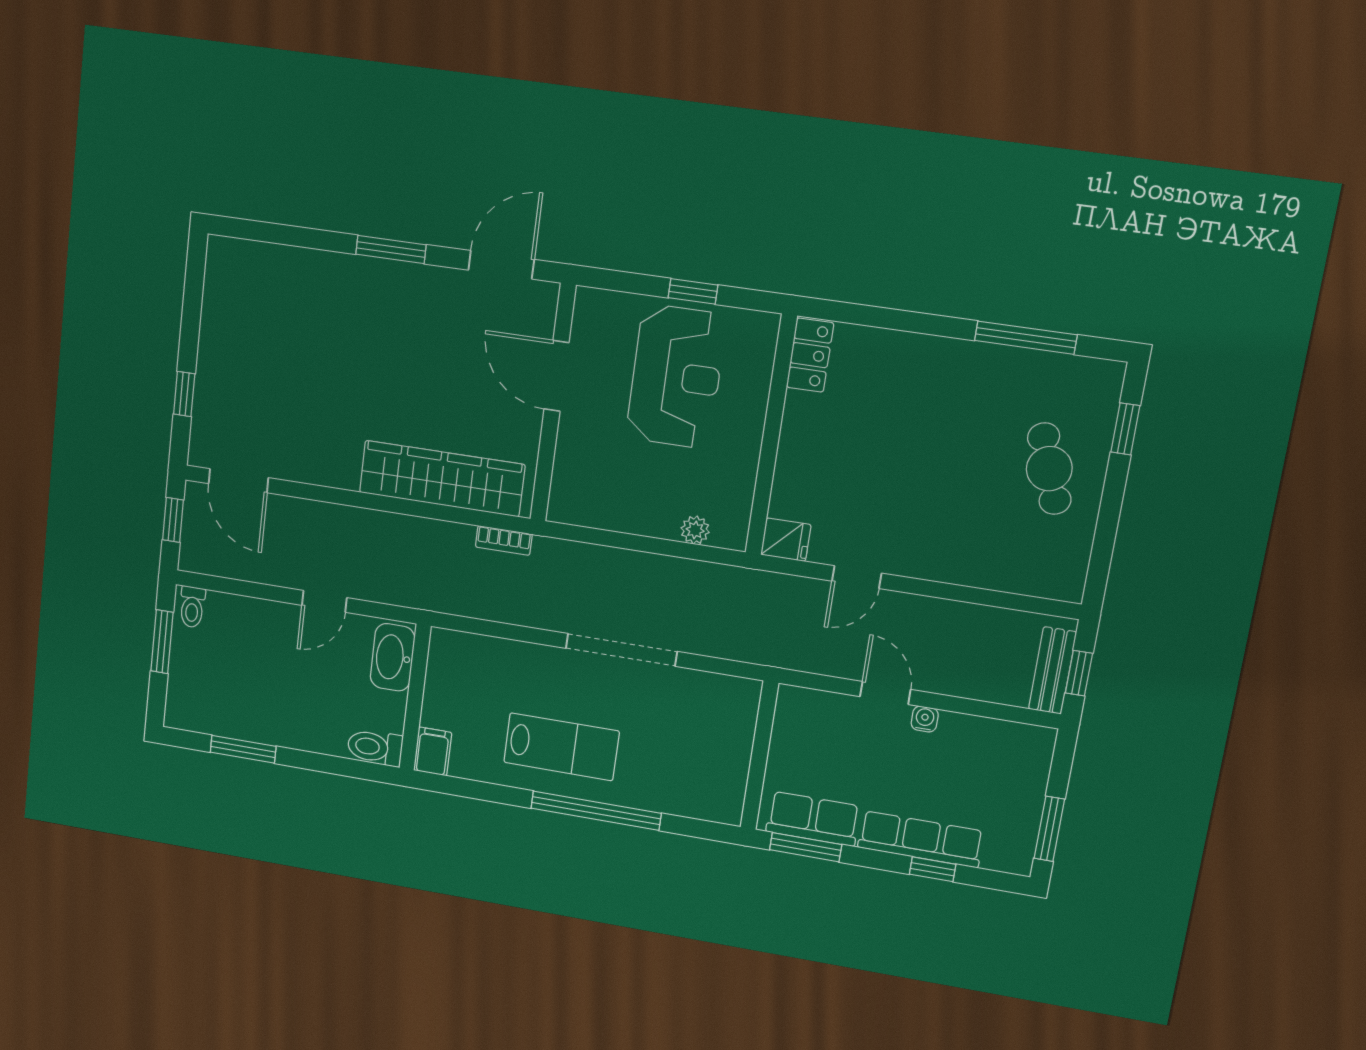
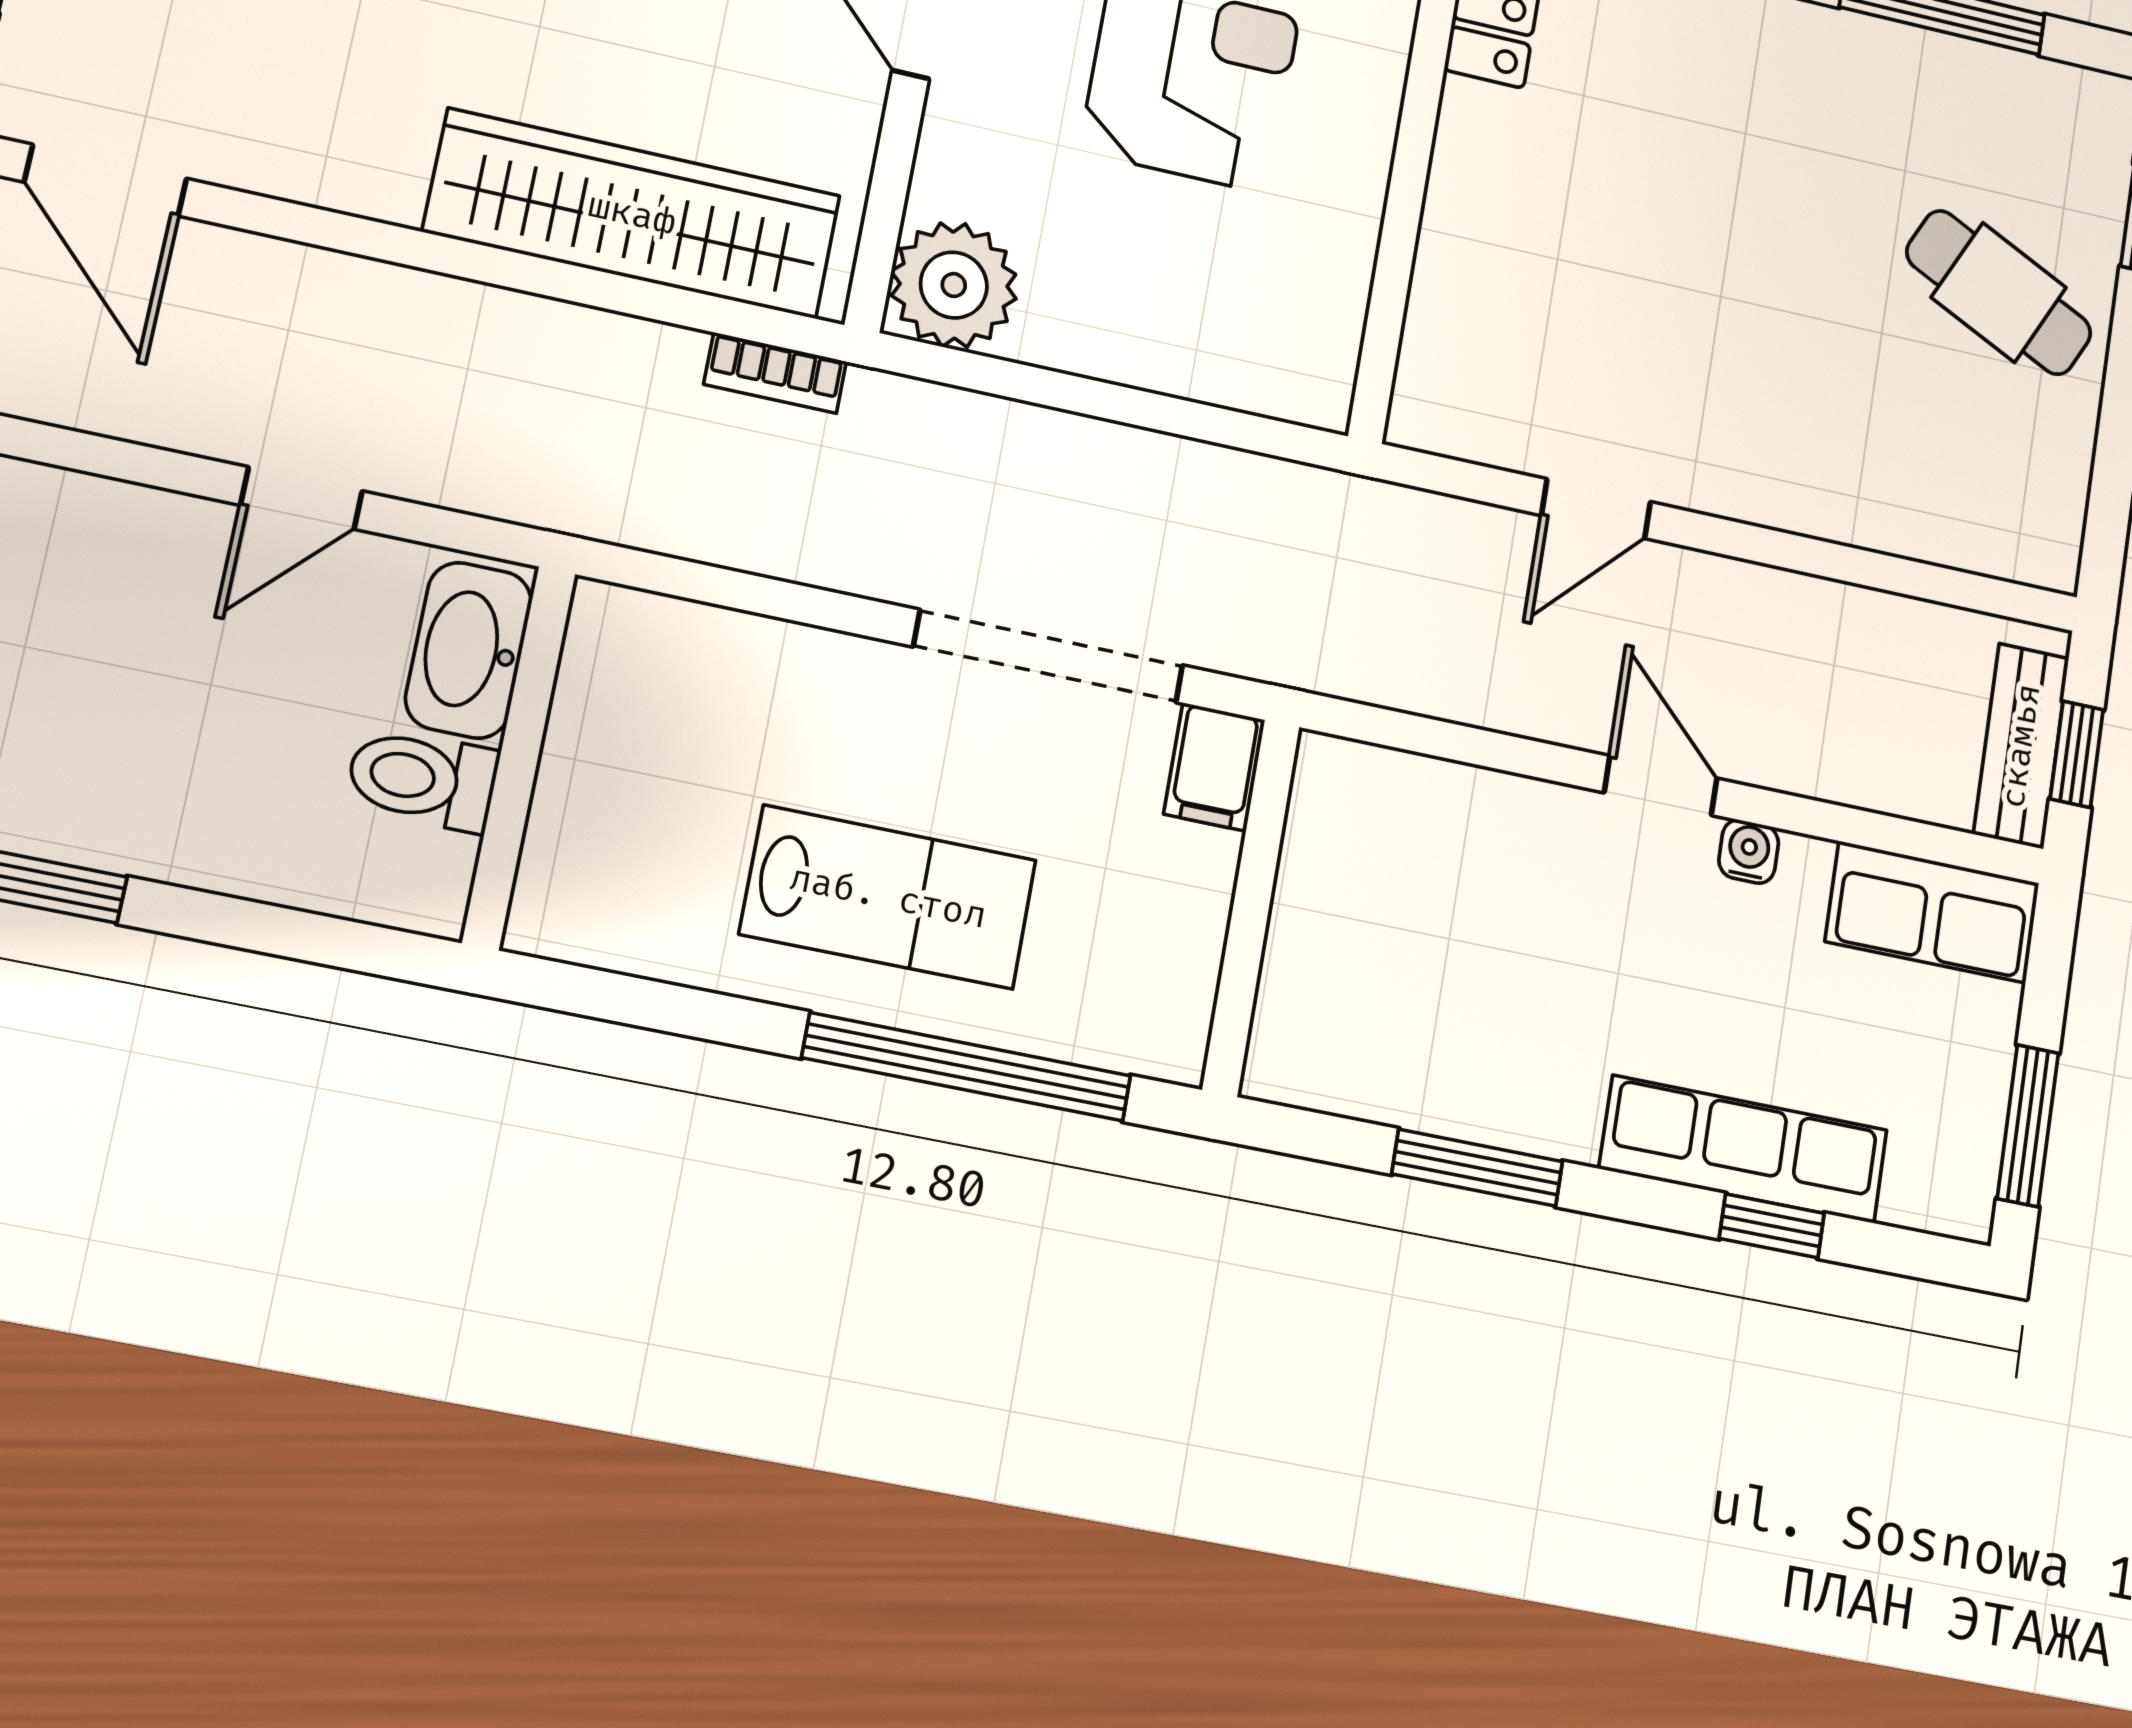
cafe table: (1049, 469) -> (1999, 293), turned -44
plant: (695, 530) -> (954, 285), moved, width x1.87, depth x1.87
fridge: (786, 540) -> (1439, 413), removed
toilet: (375, 747) -> (422, 779), moved
filing cabinet: (433, 751) -> (1214, 767), moved, turned 180
wall: (759, 756) -> (1251, 907), moved
row of seats: (813, 819) -> (1932, 912), moved, turned 180

